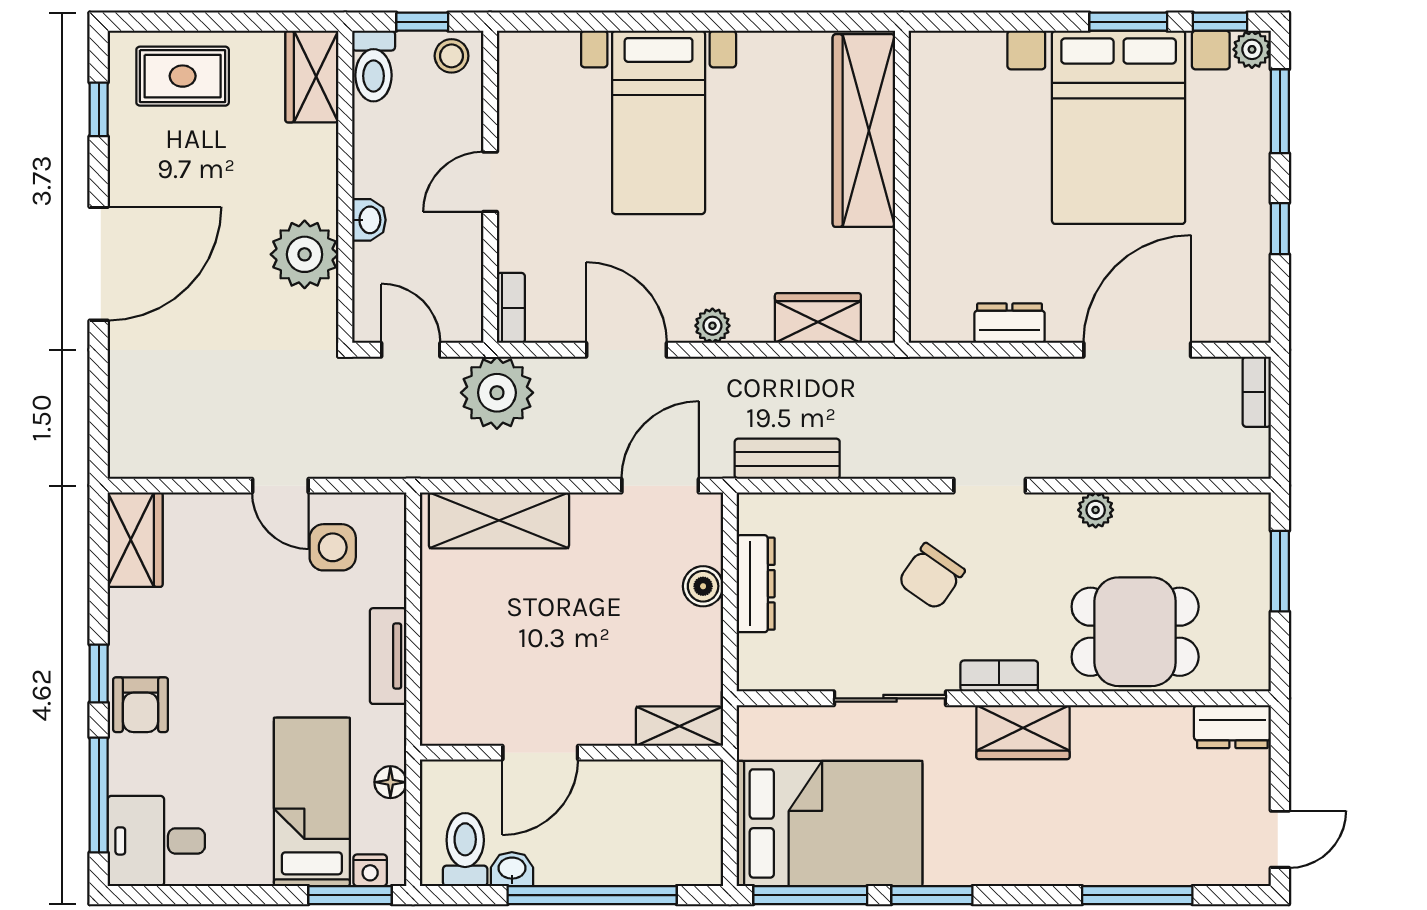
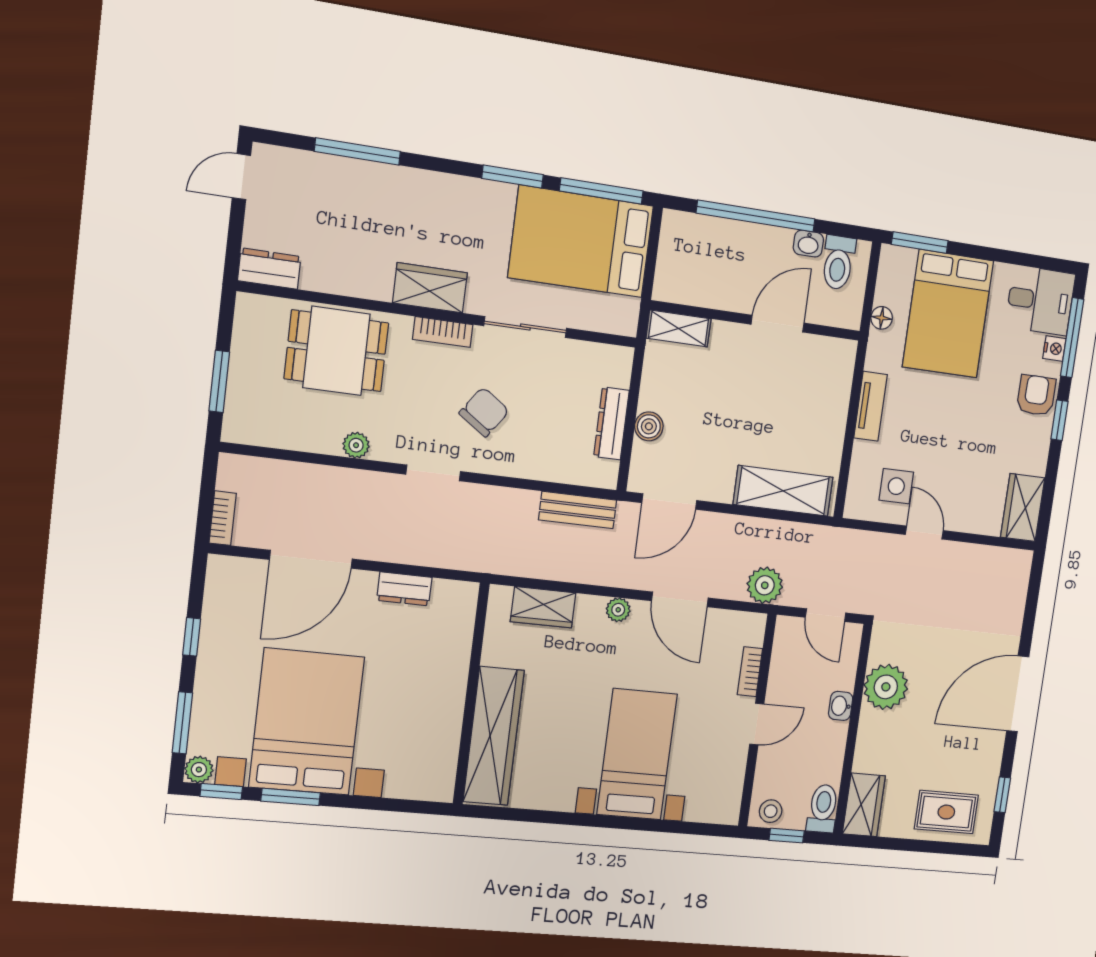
bookcase: (511, 308) -> (750, 672), moved
plant: (497, 393) -> (765, 585), width x0.73, depth x0.73
bed: (312, 802) -> (948, 314), width x1.50
nightstand: (370, 870) -> (1054, 349), moved, turned 90

